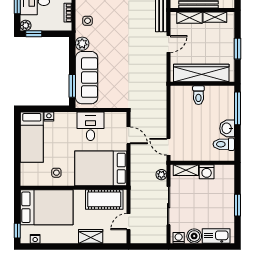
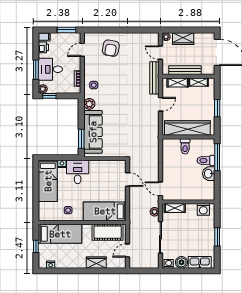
desk: (91, 126) -> (78, 172), moved
toilet: (224, 144) -> (206, 161), moved
bed: (101, 168) -> (105, 211), width x0.67
washing machine: (207, 172) -> (203, 209), moved
bed: (47, 207) -> (60, 234), width x0.67
window: (17, 231) -> (36, 246), moved

